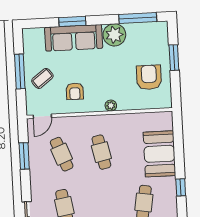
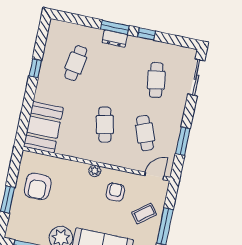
plant: (111, 106) -> (95, 171), moved
booth: (159, 154) -> (43, 127), moved

